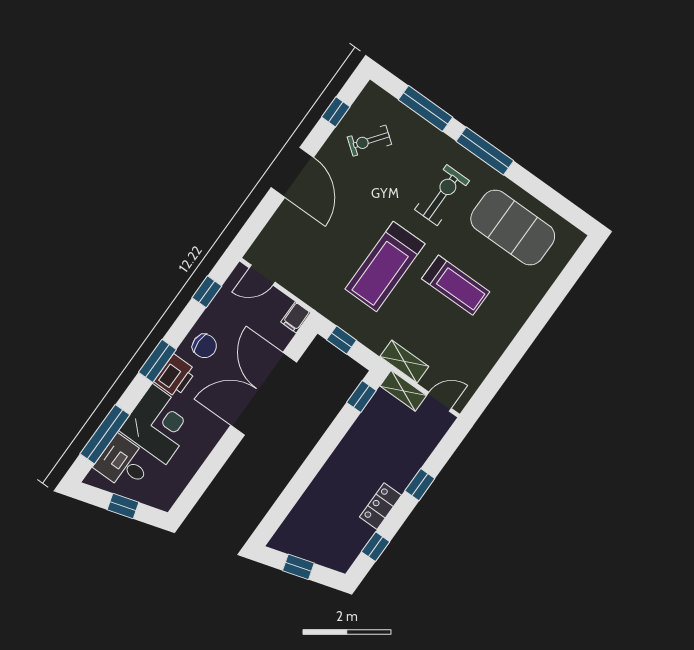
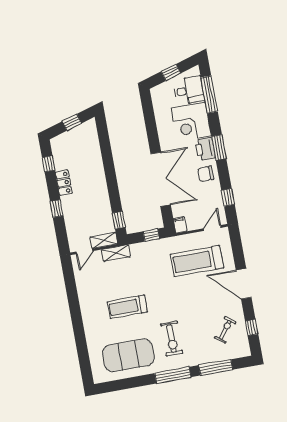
treadmill: (385, 266) -> (197, 261), moved, turned -90

